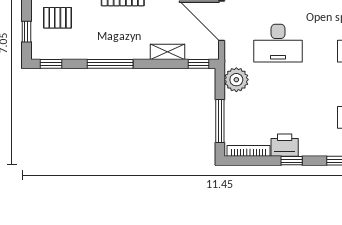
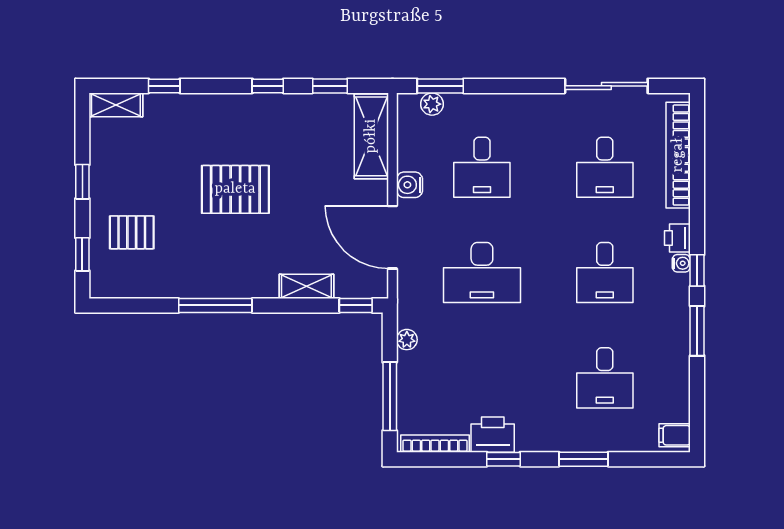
window: (51, 64) -> (121, 305), removed
plant: (236, 80) -> (407, 340), width x0.53, depth x0.53

